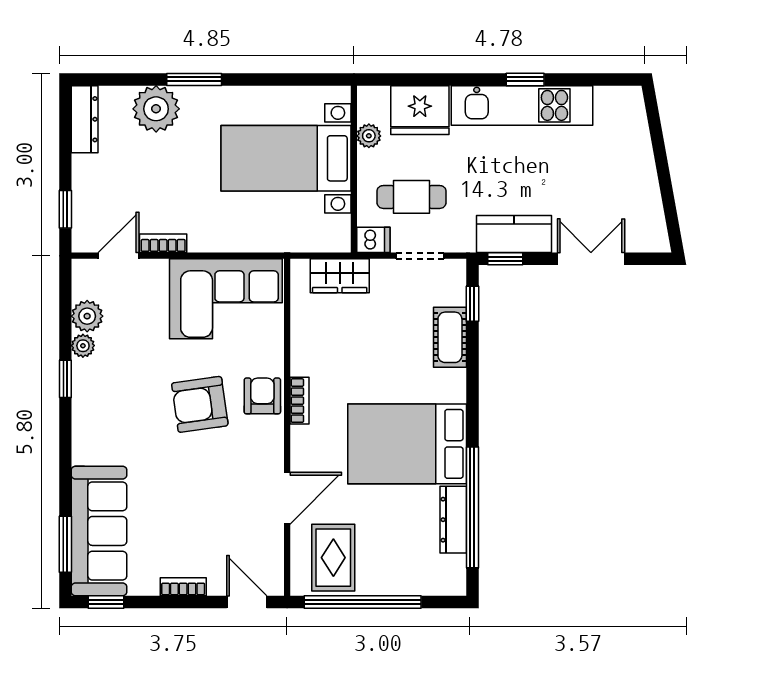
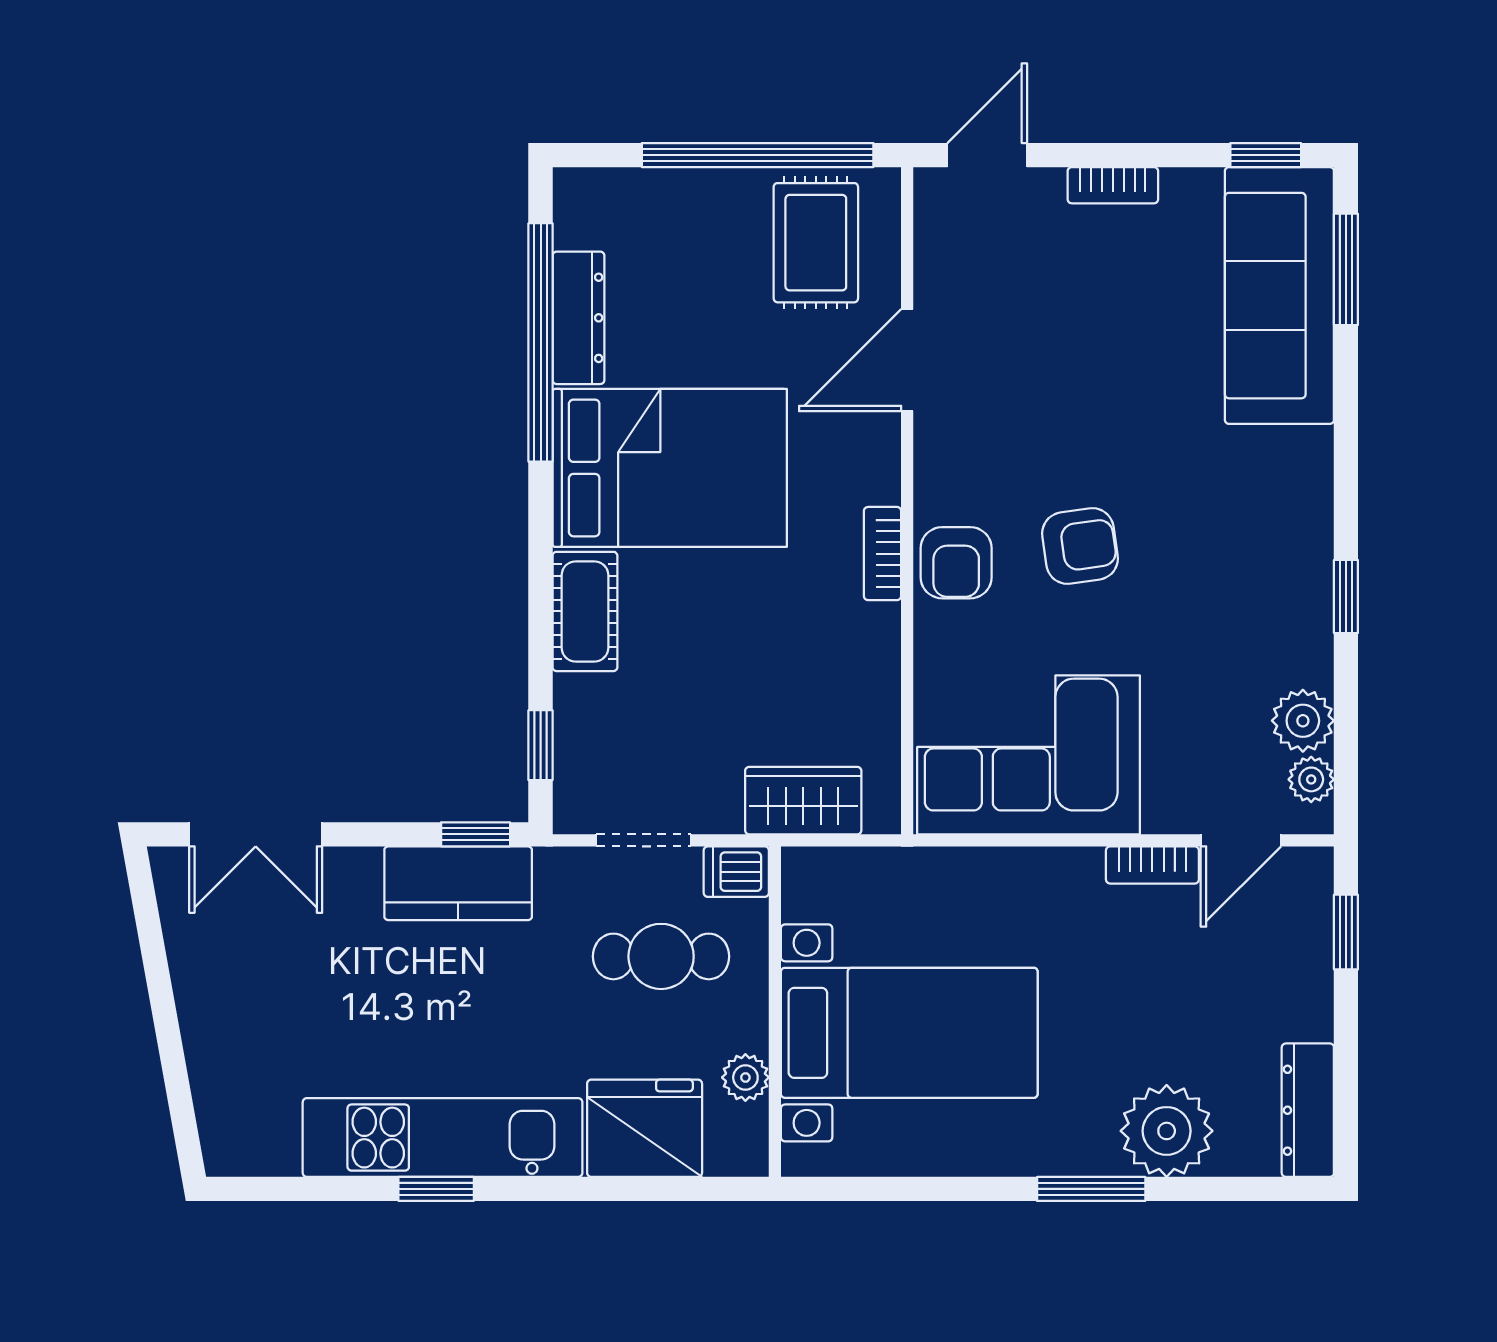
double door: (591, 259) -> (256, 834), moved
cot: (450, 337) -> (585, 611), moved
plant: (83, 346) -> (1311, 779), moved
armchair: (200, 404) -> (1080, 546), width x0.72, depth x0.72
door: (247, 602) -> (987, 155), swing flipped

